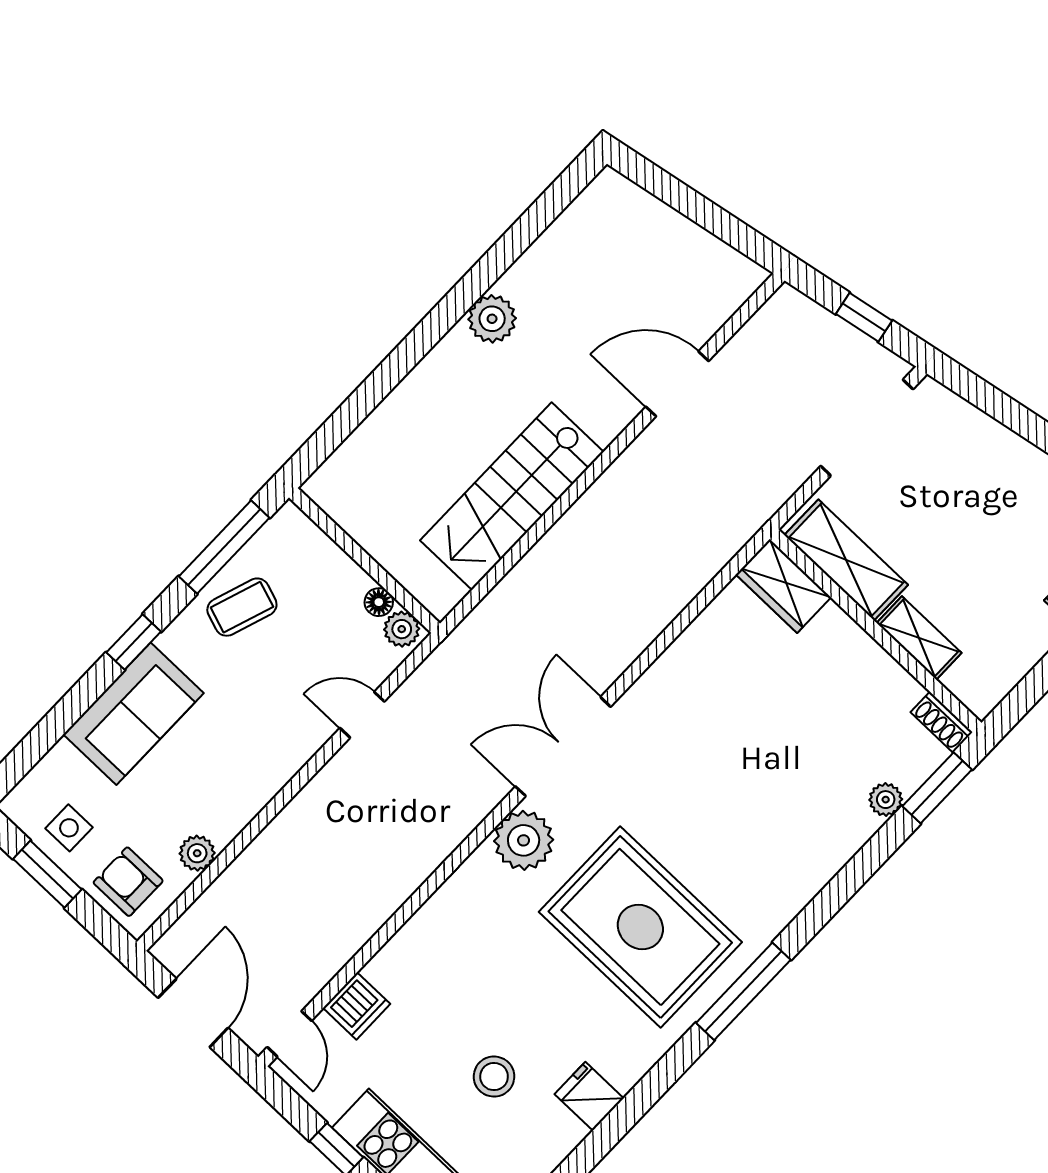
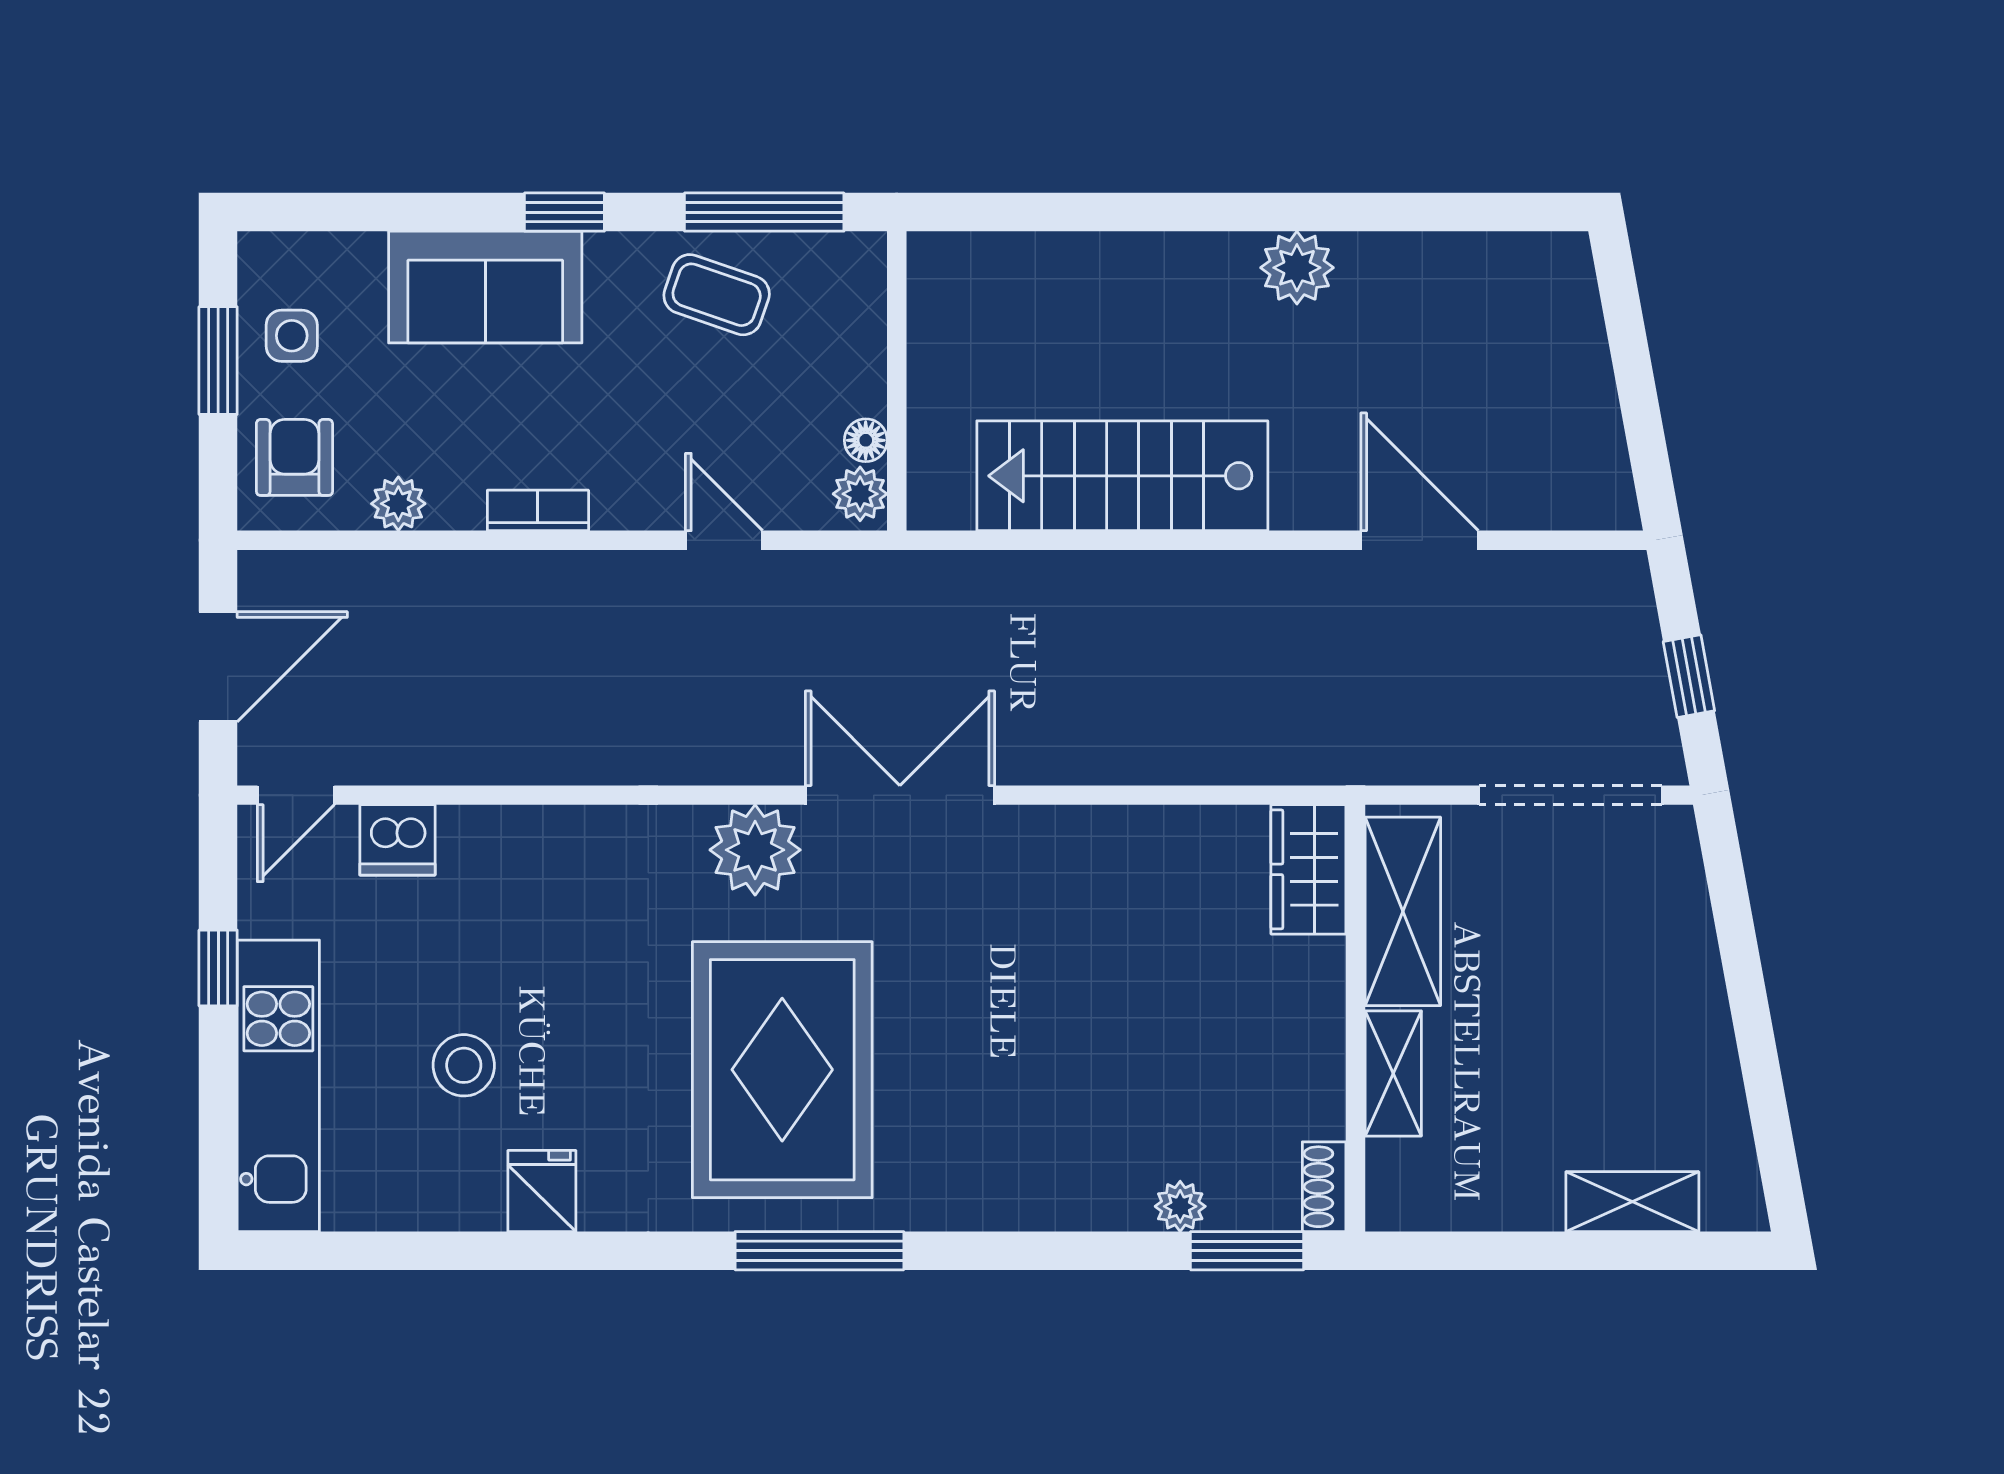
bookcase: (264, 790) -> (538, 510), added

